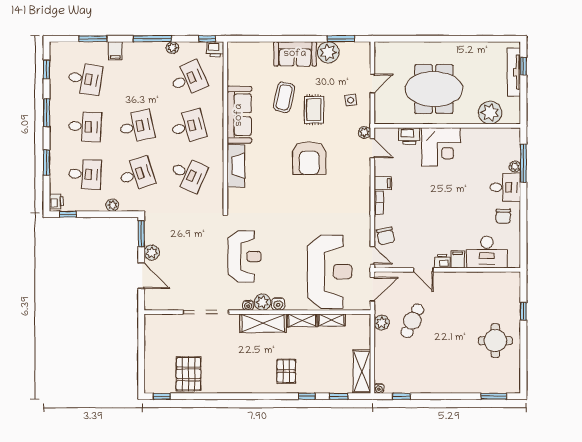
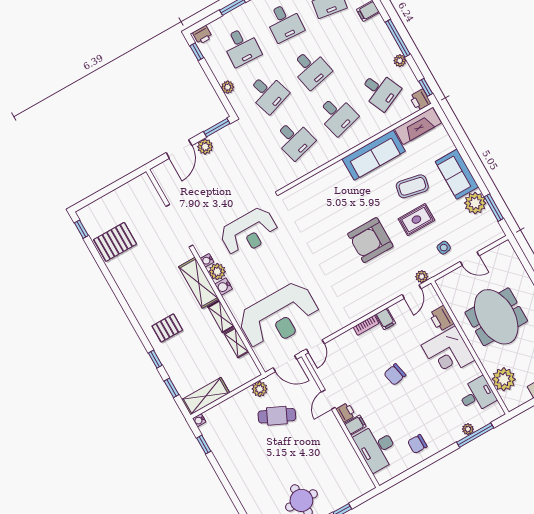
fireplace: (236, 166) -> (418, 126), moved
desk: (188, 174) -> (294, 139), turned -39
desk: (505, 187) -> (477, 395), moved, turned -90
chair: (386, 236) -> (395, 374), moved

